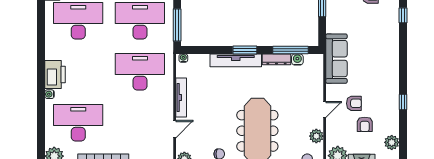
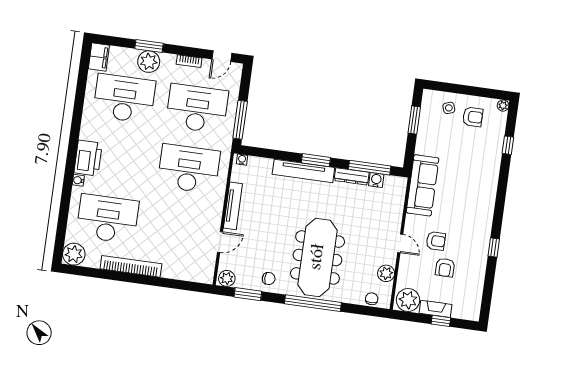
door: (325, 109) -> (400, 243), hinge flipped
plant: (392, 142) -> (474, 293), removed

